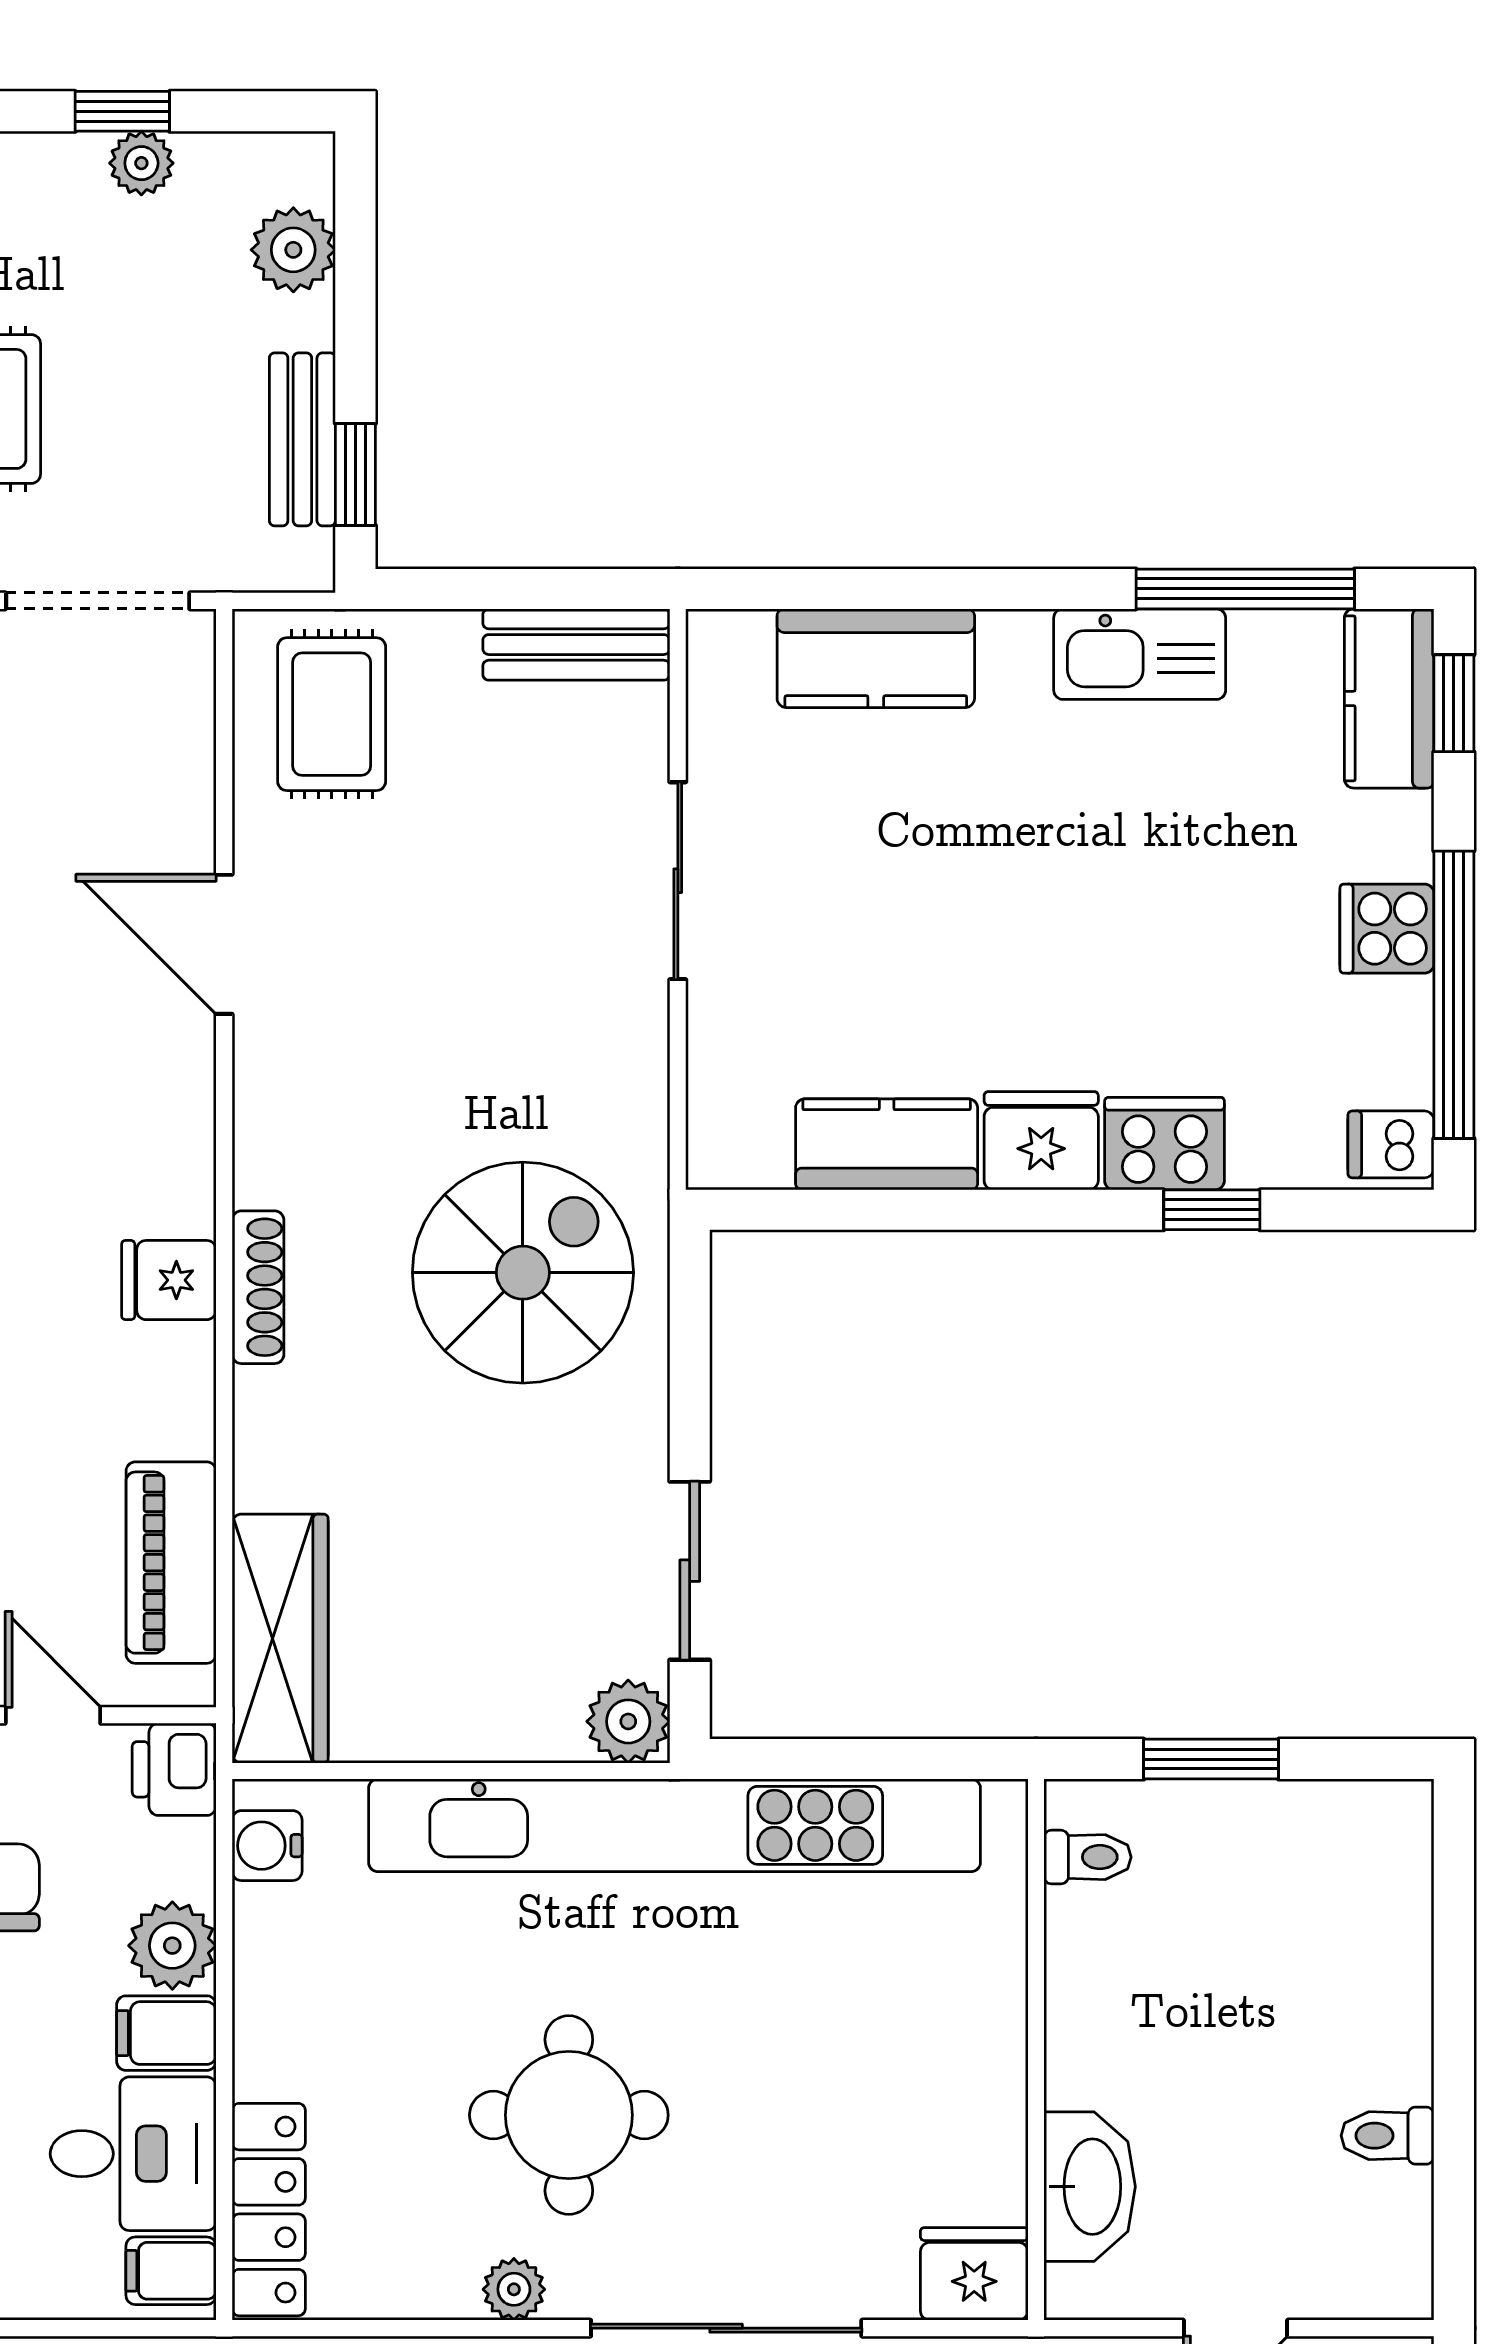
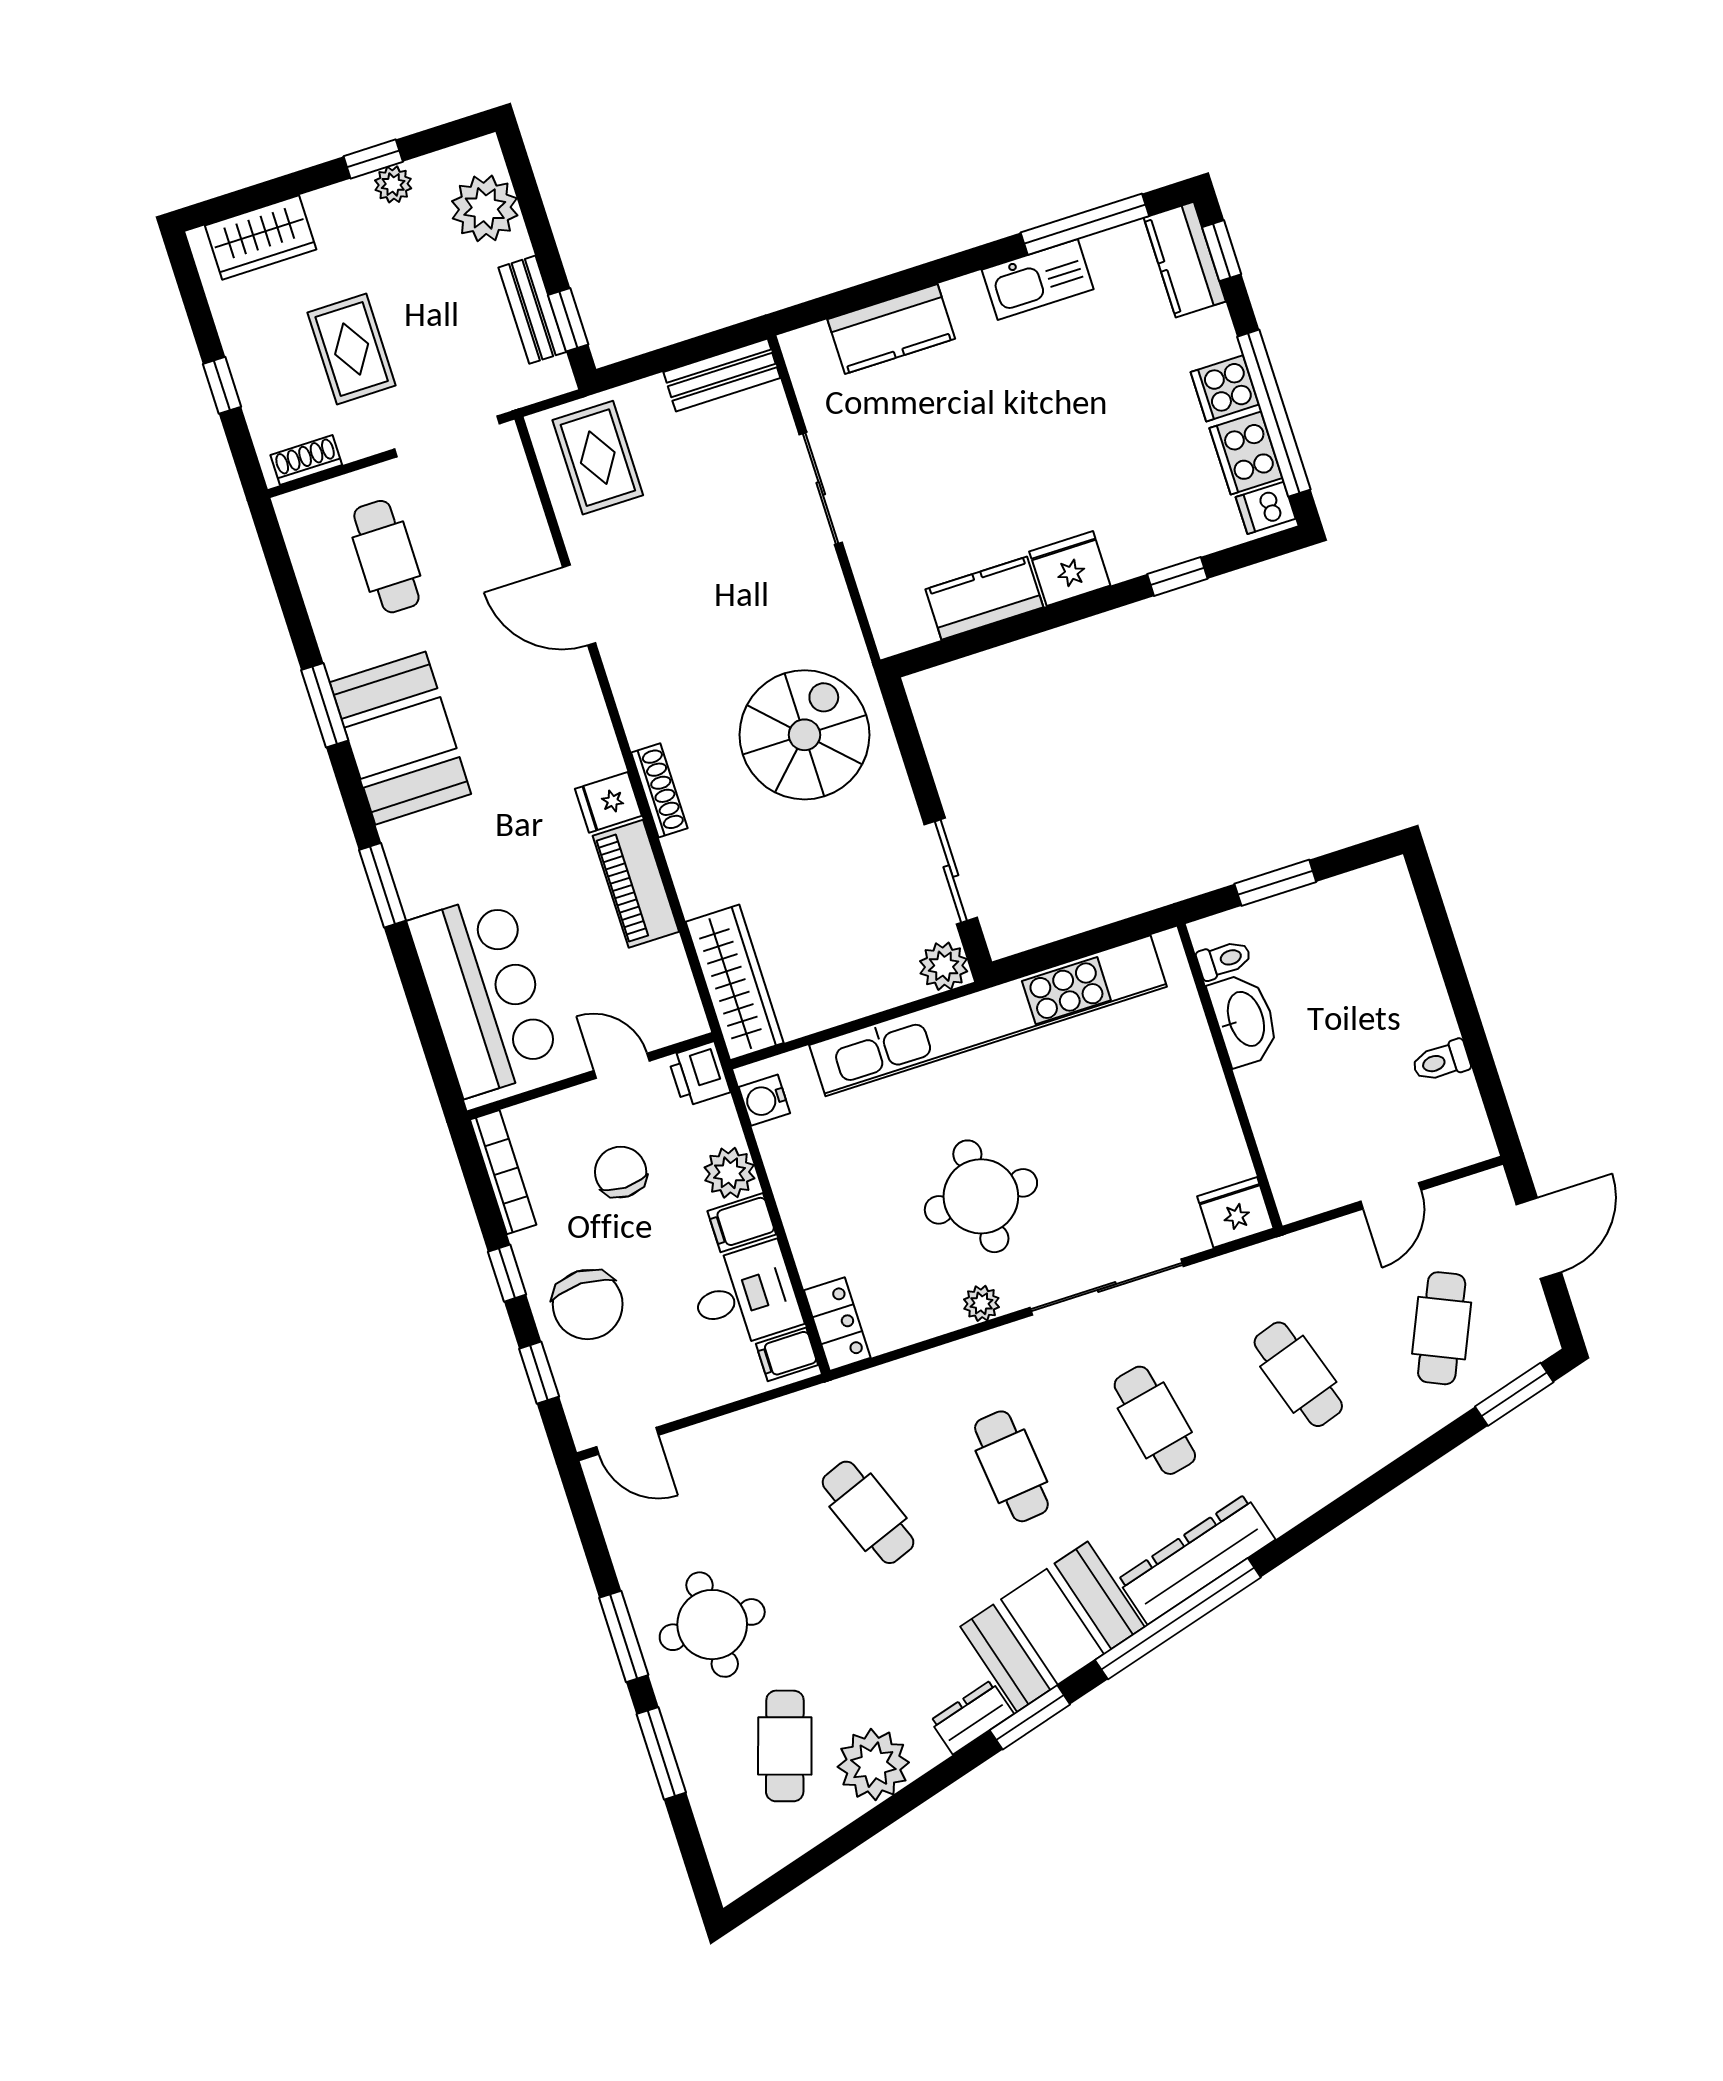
plant: (293, 250) -> (485, 208), width x1.36, depth x1.36
cooker: (1165, 1144) -> (1246, 453), moved, turned -90
piano: (171, 1563) -> (636, 884), moved
washbasin: (1090, 2187) -> (1244, 1019), moved
locker: (269, 2210) -> (837, 1324), width x0.66

